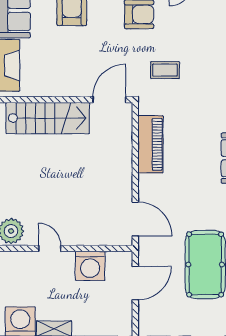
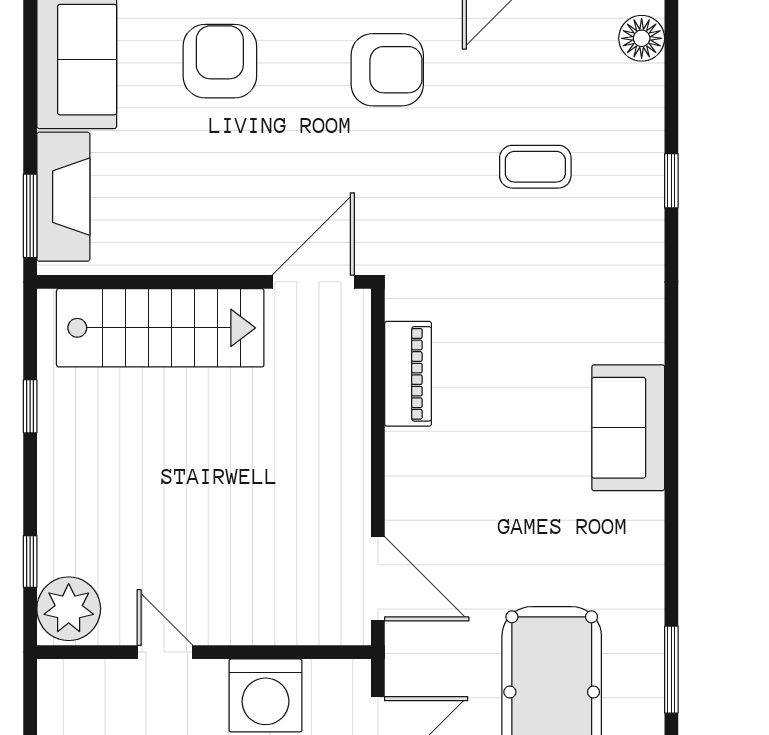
coffee table: (165, 70) -> (535, 167), moved
piano: (150, 144) -> (408, 374), width x0.73, depth x0.75

